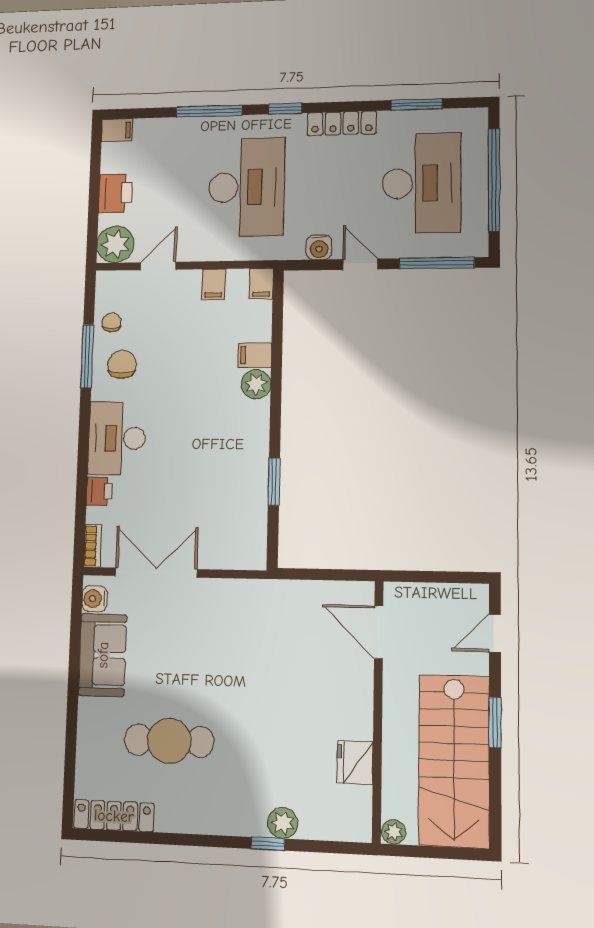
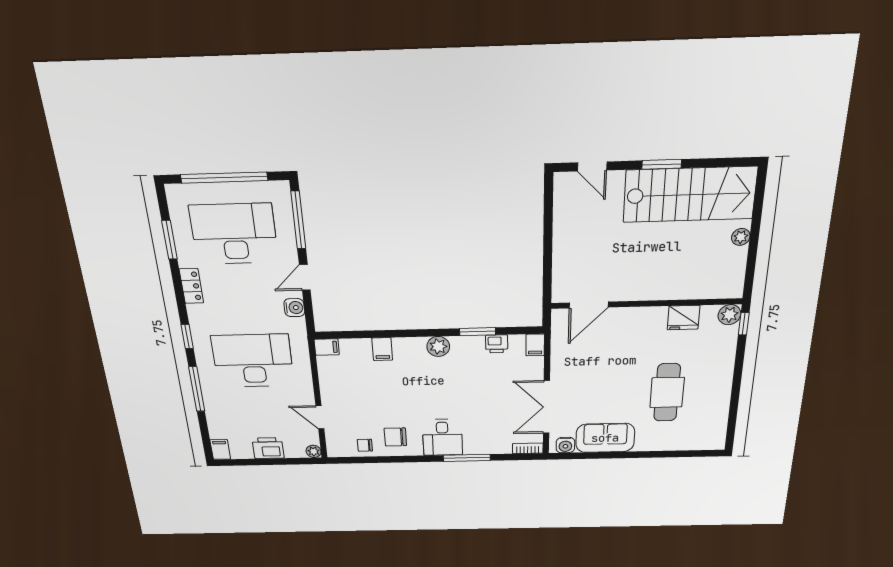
locker: (342, 123) -> (191, 286), width x0.66
plant: (115, 244) -> (314, 451), width x0.53, depth x0.53
filing cabinet: (213, 284) -> (535, 345), moved, turned 90
window: (87, 356) -> (467, 458), moved
plant: (256, 384) -> (438, 346), moved
desk: (117, 438) -> (442, 437), width x0.73
printer: (99, 491) -> (497, 344), moved, turned 180
door: (379, 632) -> (589, 305), moved
wall: (378, 711) -> (646, 304), moved
fridge: (355, 763) -> (684, 318), moved
locker: (114, 816) -> (718, 425), removed

